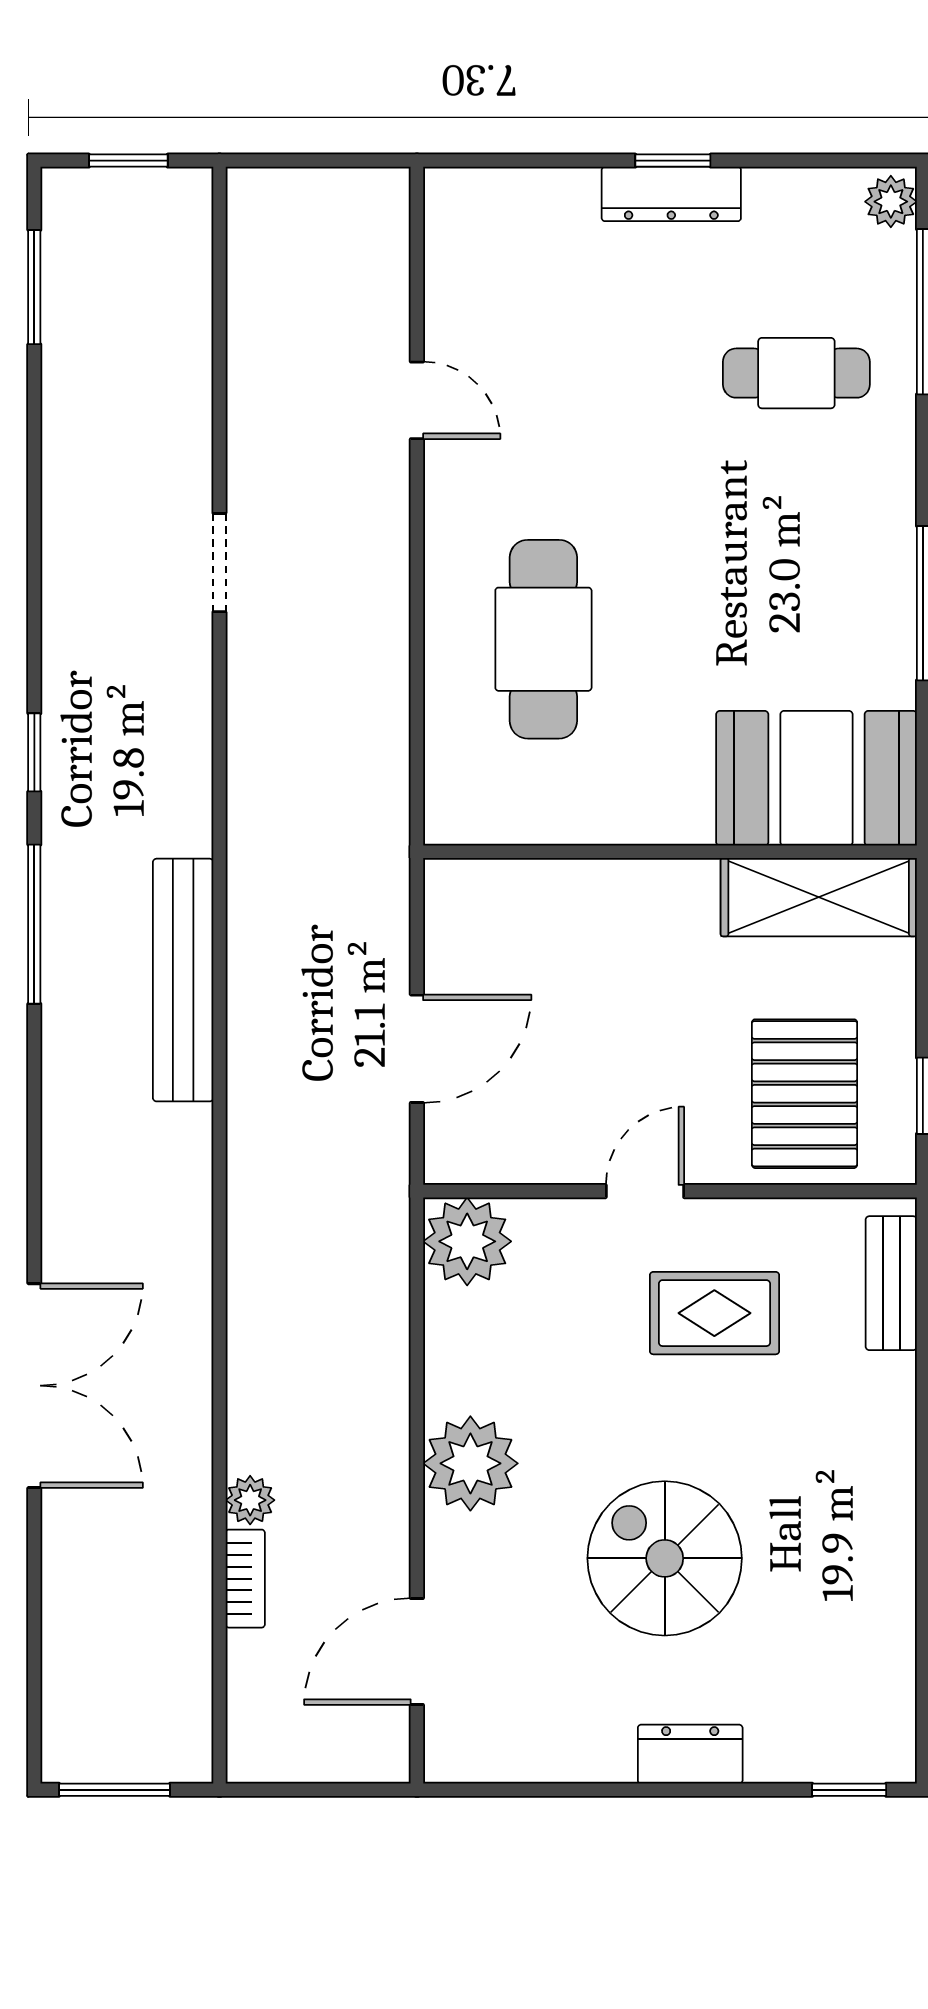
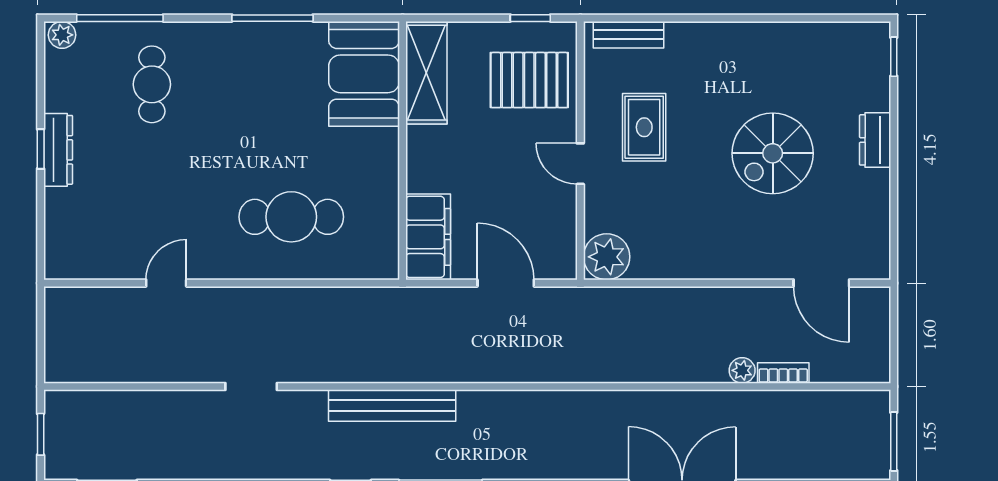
filing cabinet: (505, 900) -> (428, 237), added
bench: (183, 980) -> (392, 406), moved
plant: (470, 1463) -> (723, 255), removed

